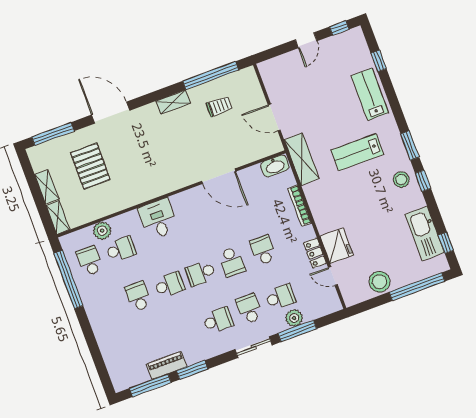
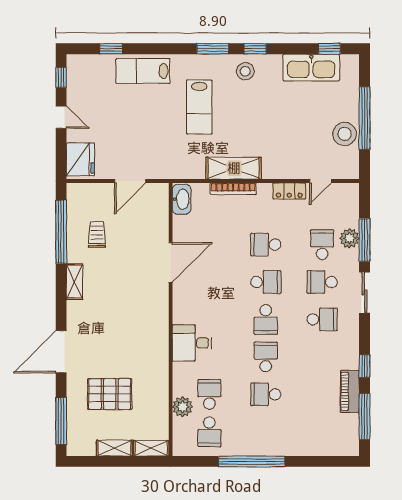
shelving: (302, 159) -> (234, 168), moved
fridge: (337, 246) -> (80, 159), moved, turned 90
school desk: (90, 261) -> (209, 432), turned -90
window: (68, 279) -> (252, 461), moved
window: (417, 287) -> (365, 118), moved
school desk: (218, 320) -> (322, 319), turned 90
window: (192, 370) -> (365, 366), width x0.67

